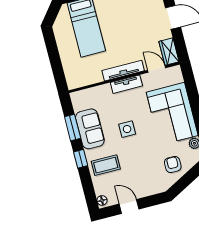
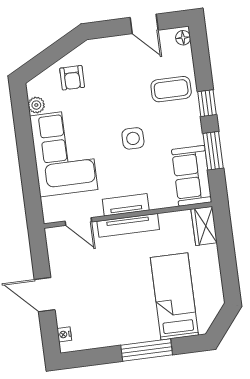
wardrobe: (169, 52) -> (204, 226), moved, turned 180
sofa: (90, 129) -> (192, 176), moved

